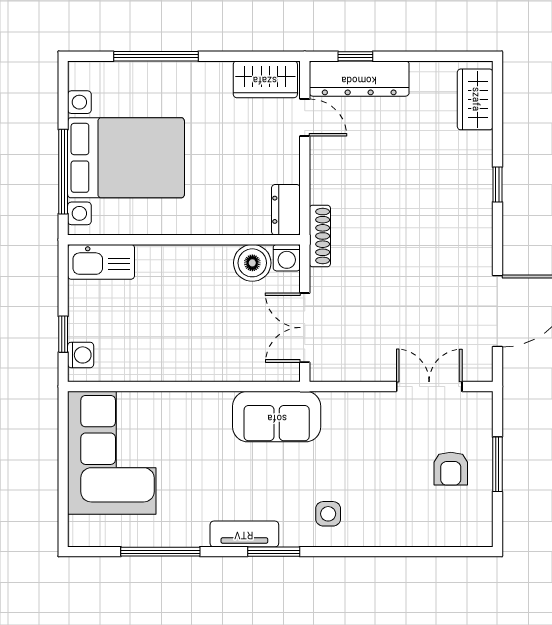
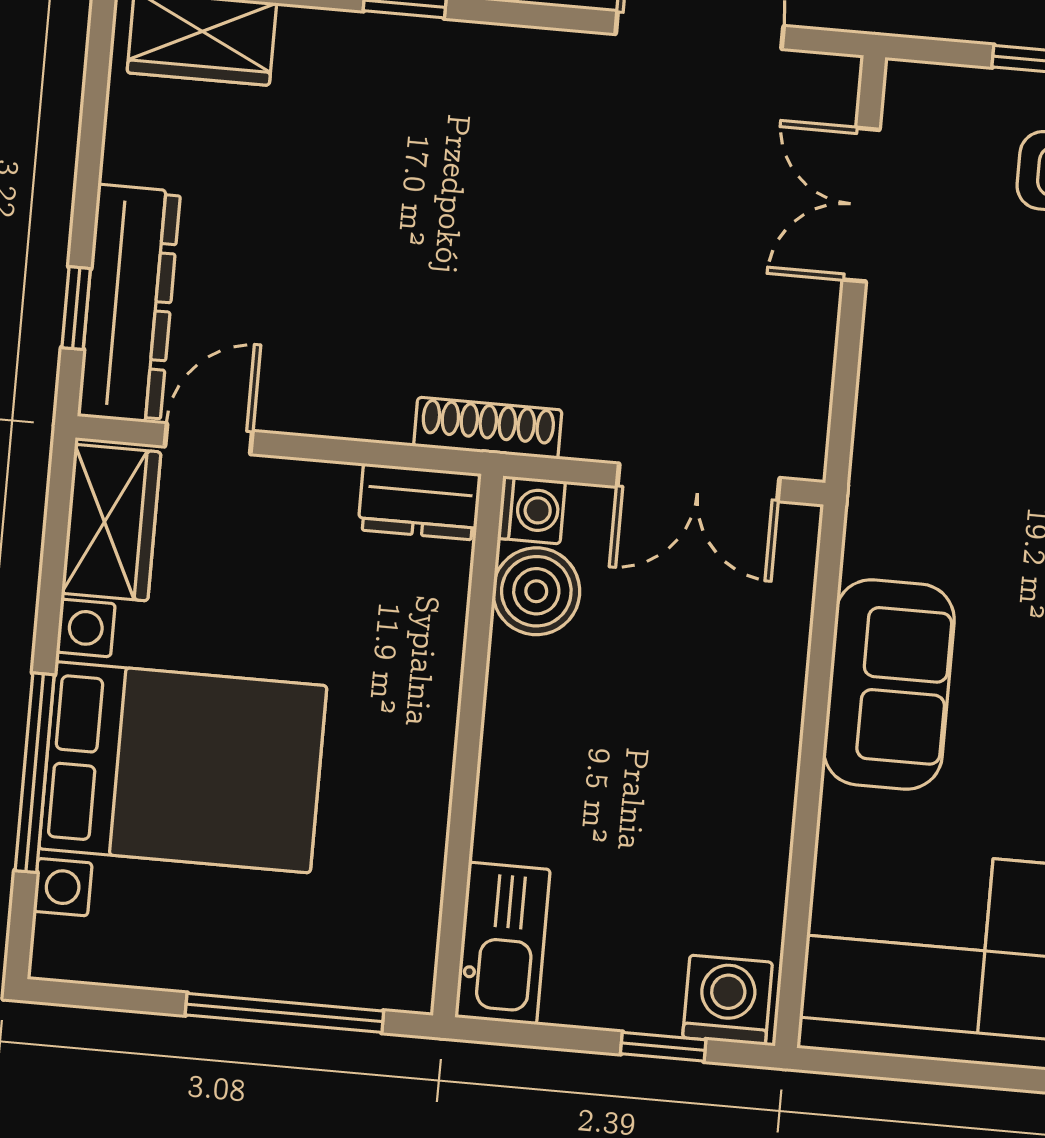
bed with nightstands: (126, 158) -> (183, 767), moved, turned 90
washing machine: (81, 355) -> (728, 1000), width x1.38, depth x1.38
sofa: (277, 417) -> (889, 684), moved

